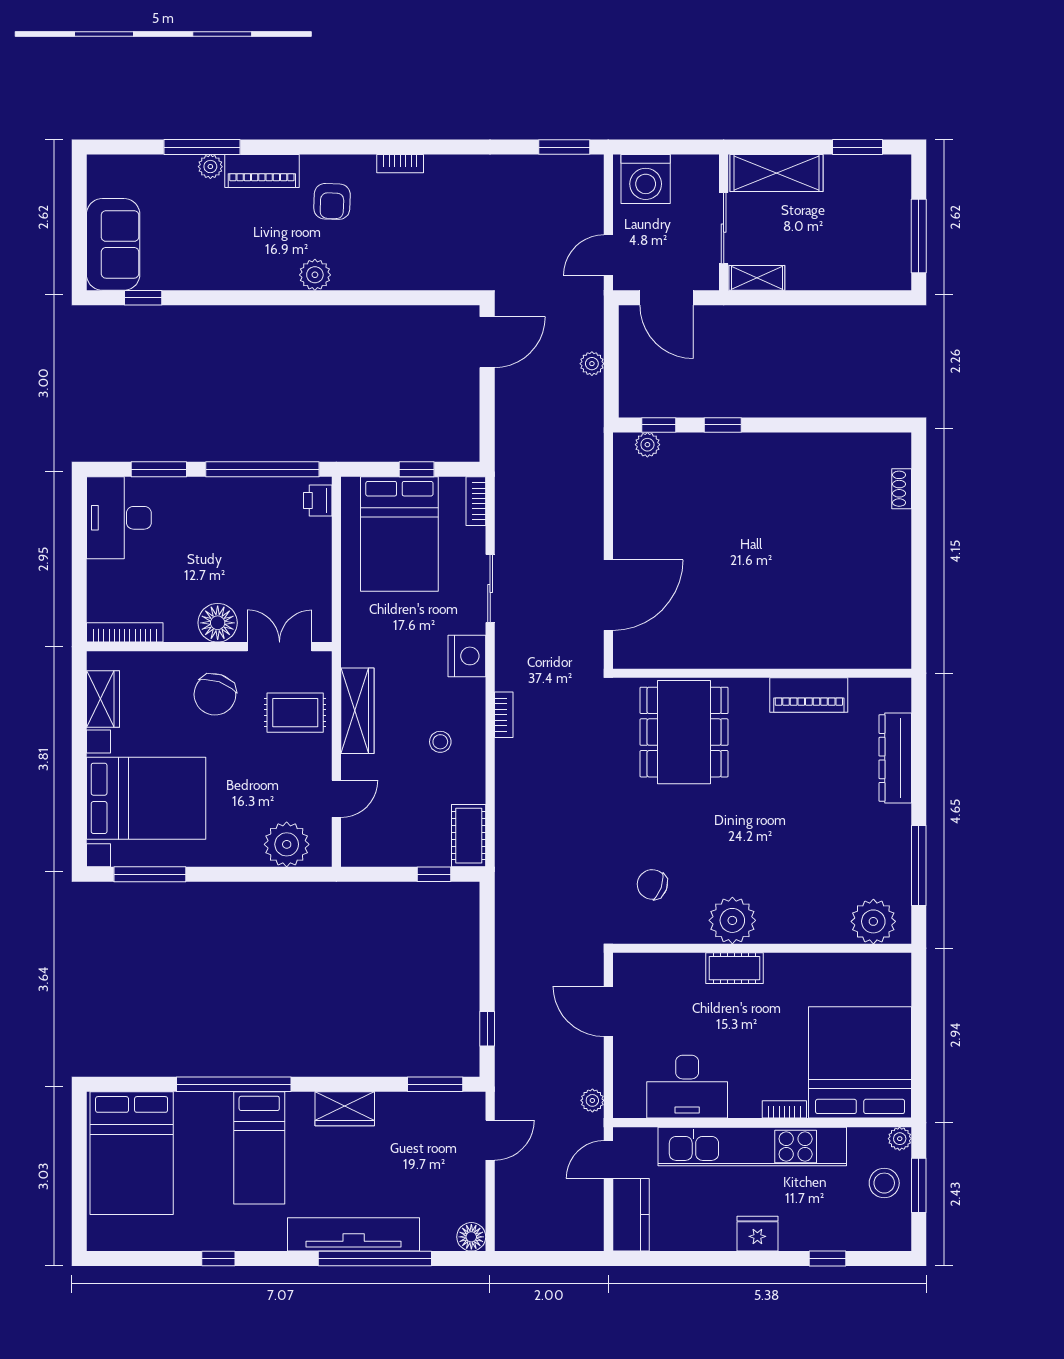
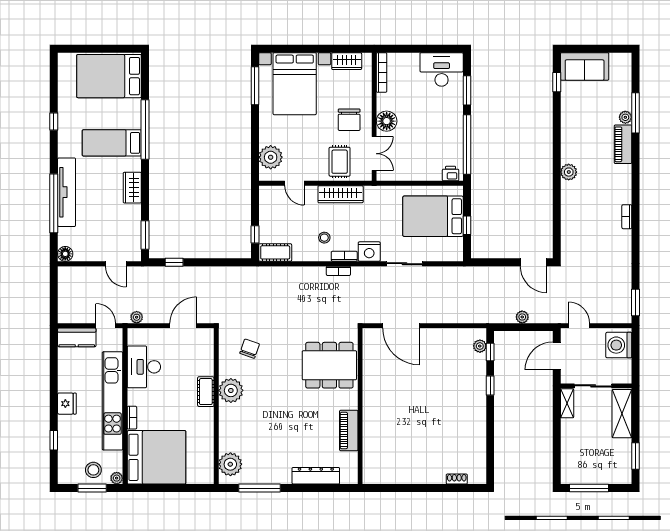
armchair: (332, 201) -> (607, 181), removed
bookcase: (476, 501) -> (344, 256), moved
chair: (215, 694) -> (349, 120), turned -109

